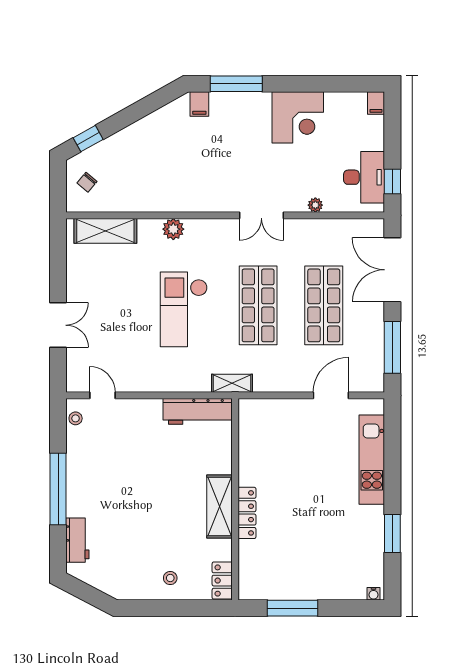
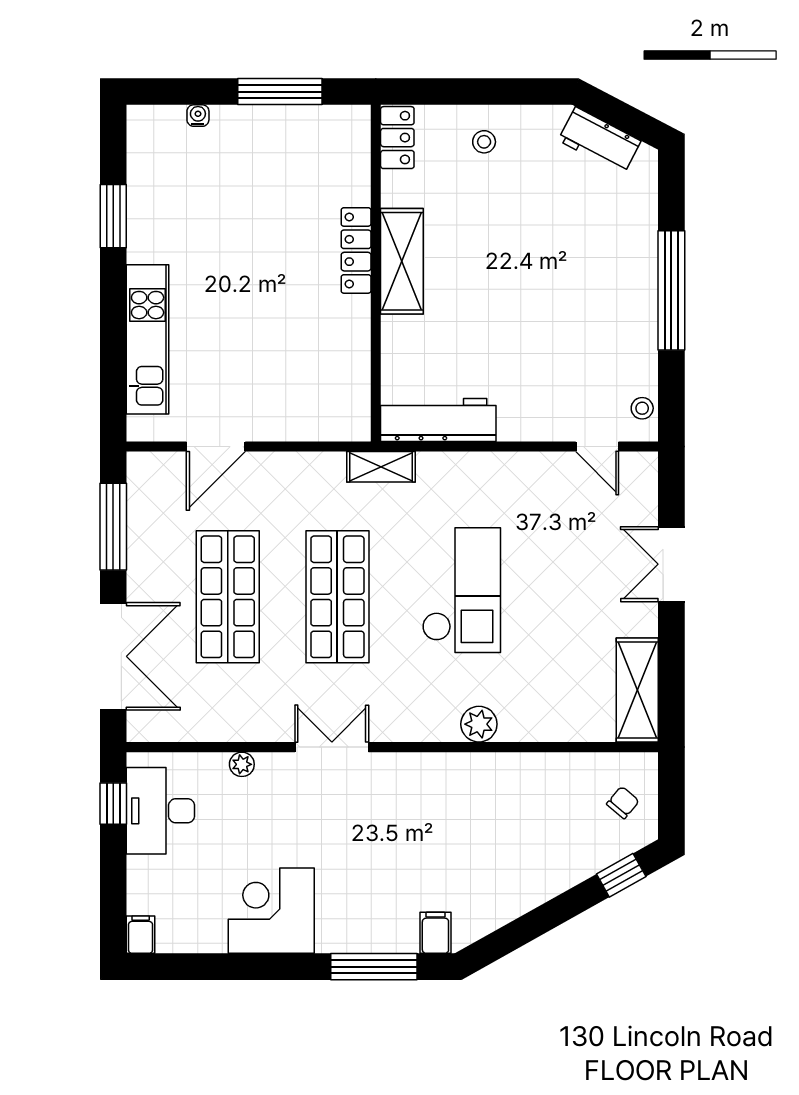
shelving: (105, 231) -> (637, 690), moved, turned 90
workbench: (77, 540) -> (599, 141), moved, turned -62
water cooler: (373, 594) -> (198, 116), moved

